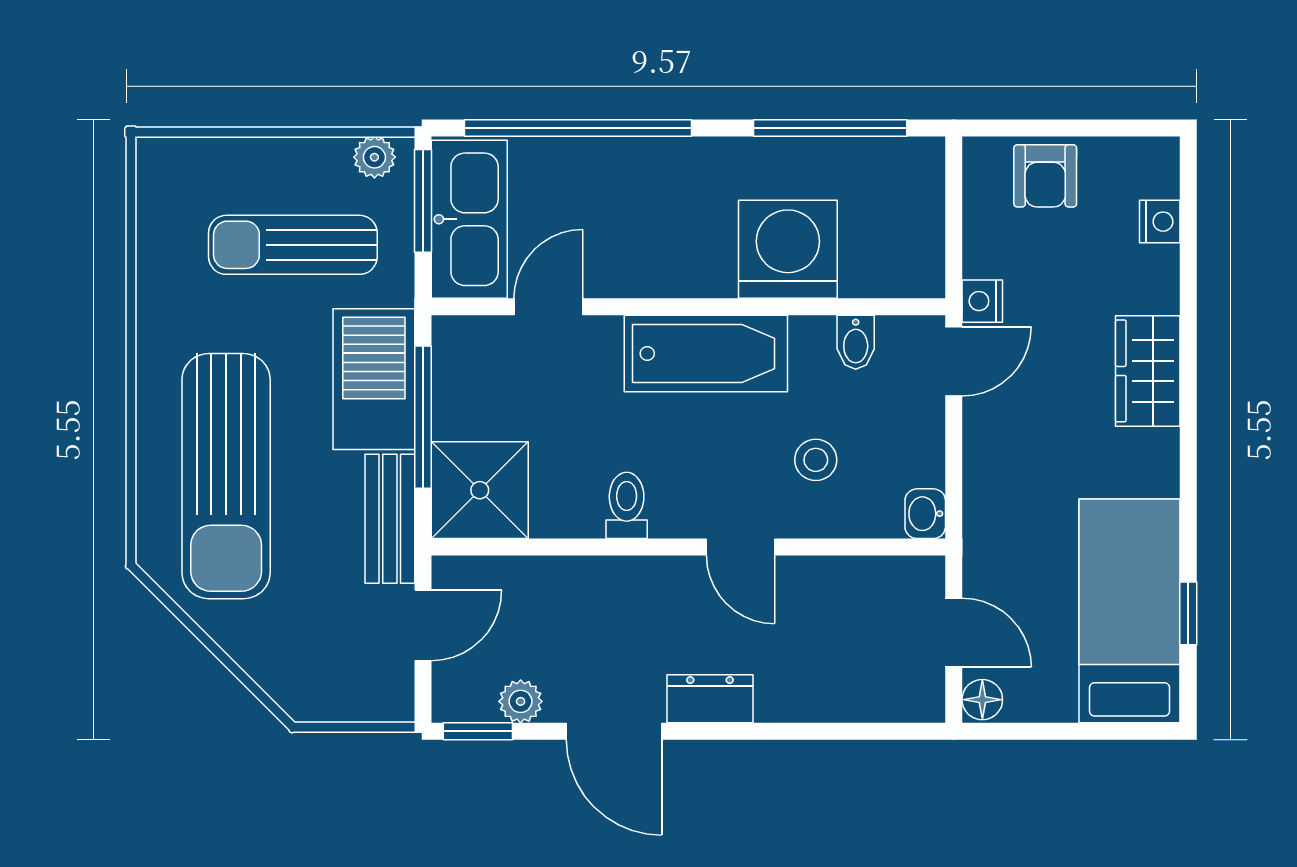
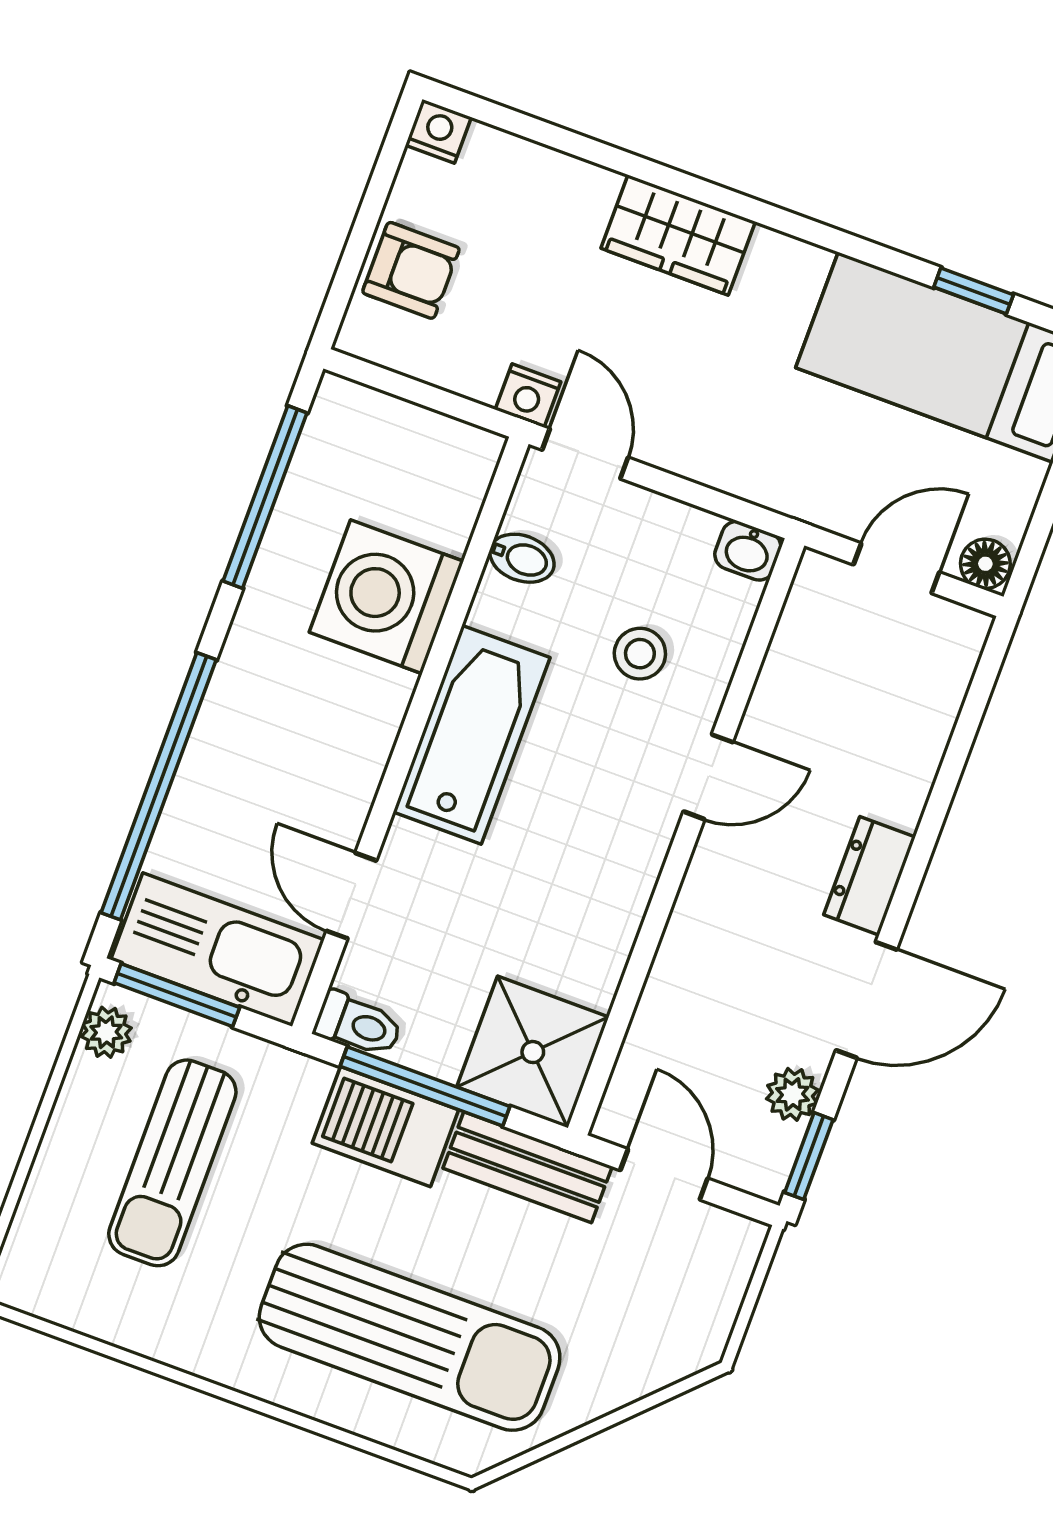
nightstand: (1160, 222) -> (438, 131), moved
barbecue: (374, 379) -> (385, 1127), width x0.73, depth x0.83
toilet: (627, 505) -> (358, 1024), moved, turned 180

